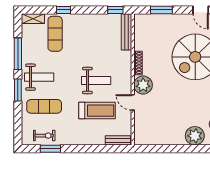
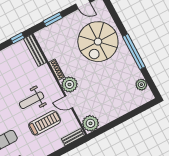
weight bench: (96, 80) -> (32, 100), turned 180
plant: (195, 136) -> (90, 123), moved

